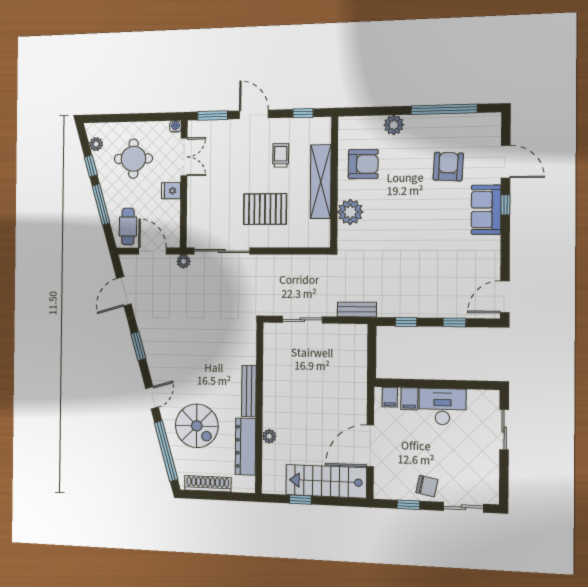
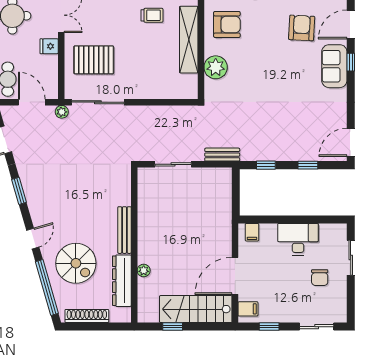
trolley: (281, 155) -> (152, 15), turned 90
door: (506, 162) -> (351, 24), swing flipped
pallet: (265, 209) -> (94, 60), moved
filing cabinet: (409, 399) -> (248, 309), moved, turned -90
chair: (427, 486) -> (320, 278), moved, turned 79

